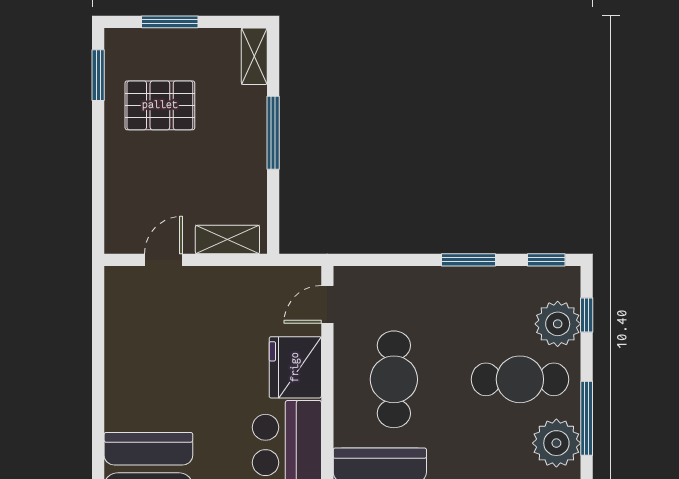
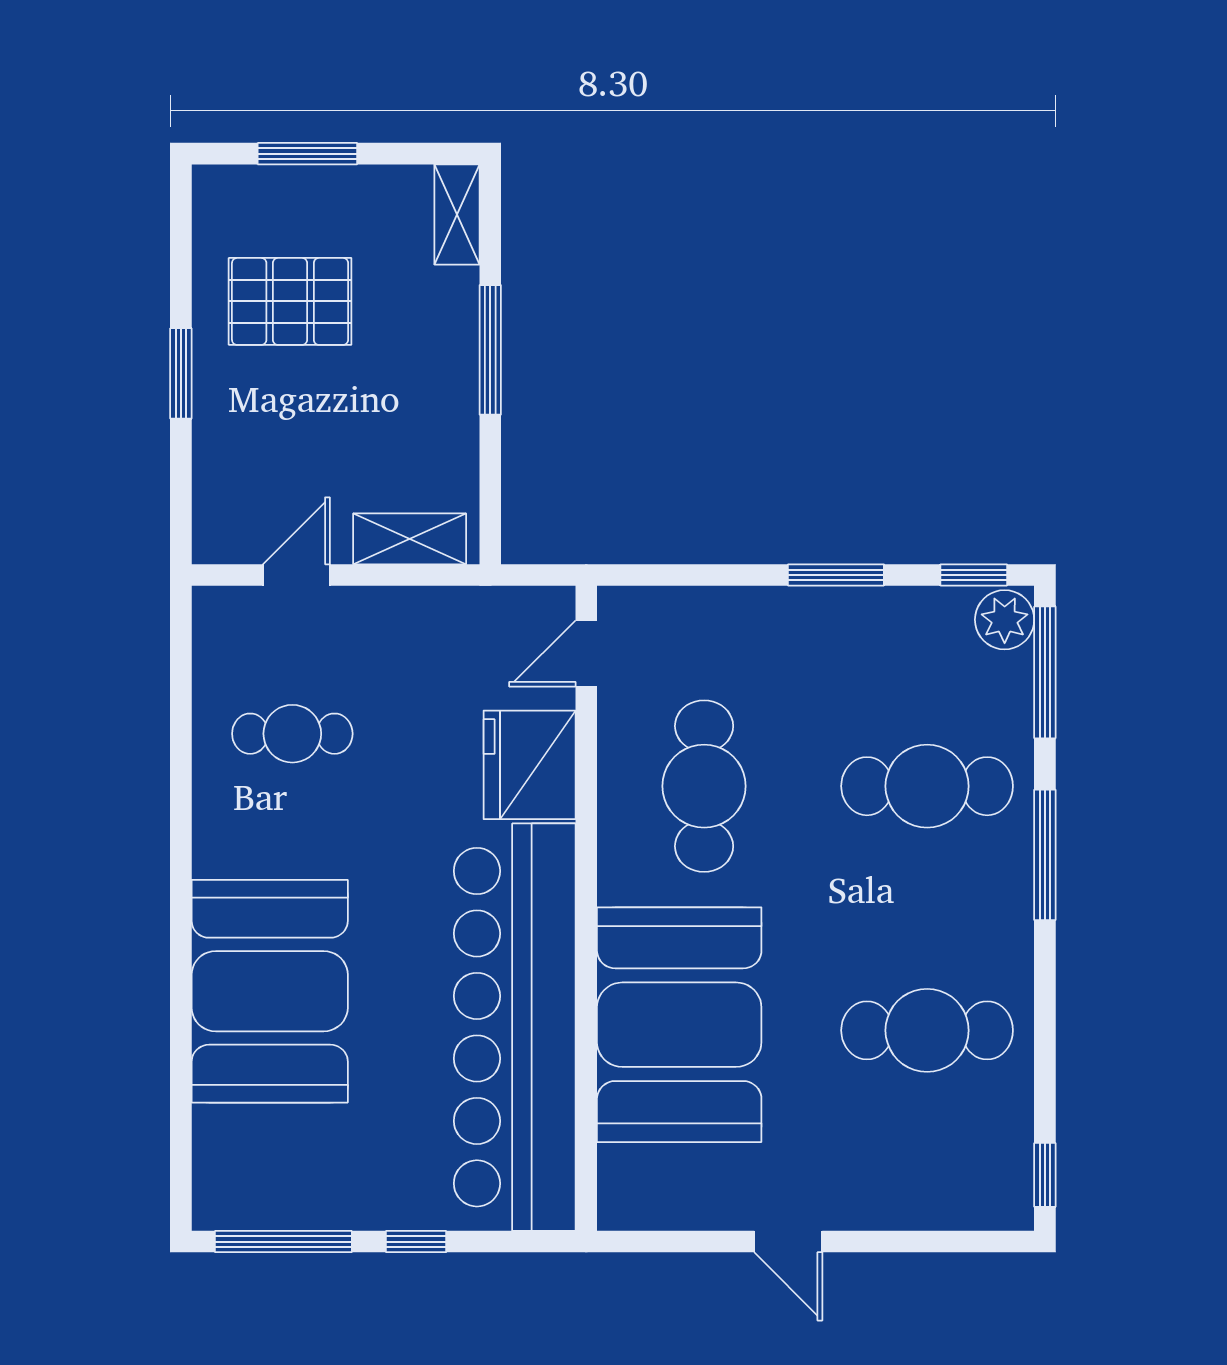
window: (98, 75) -> (181, 373), moved
window: (587, 315) -> (1045, 672), width x2.17
plant: (558, 324) -> (1005, 620), moved, width x0.73, depth x0.73
cafe table: (161, 350) -> (292, 734), added
plant: (556, 443) -> (992, 899), removed

